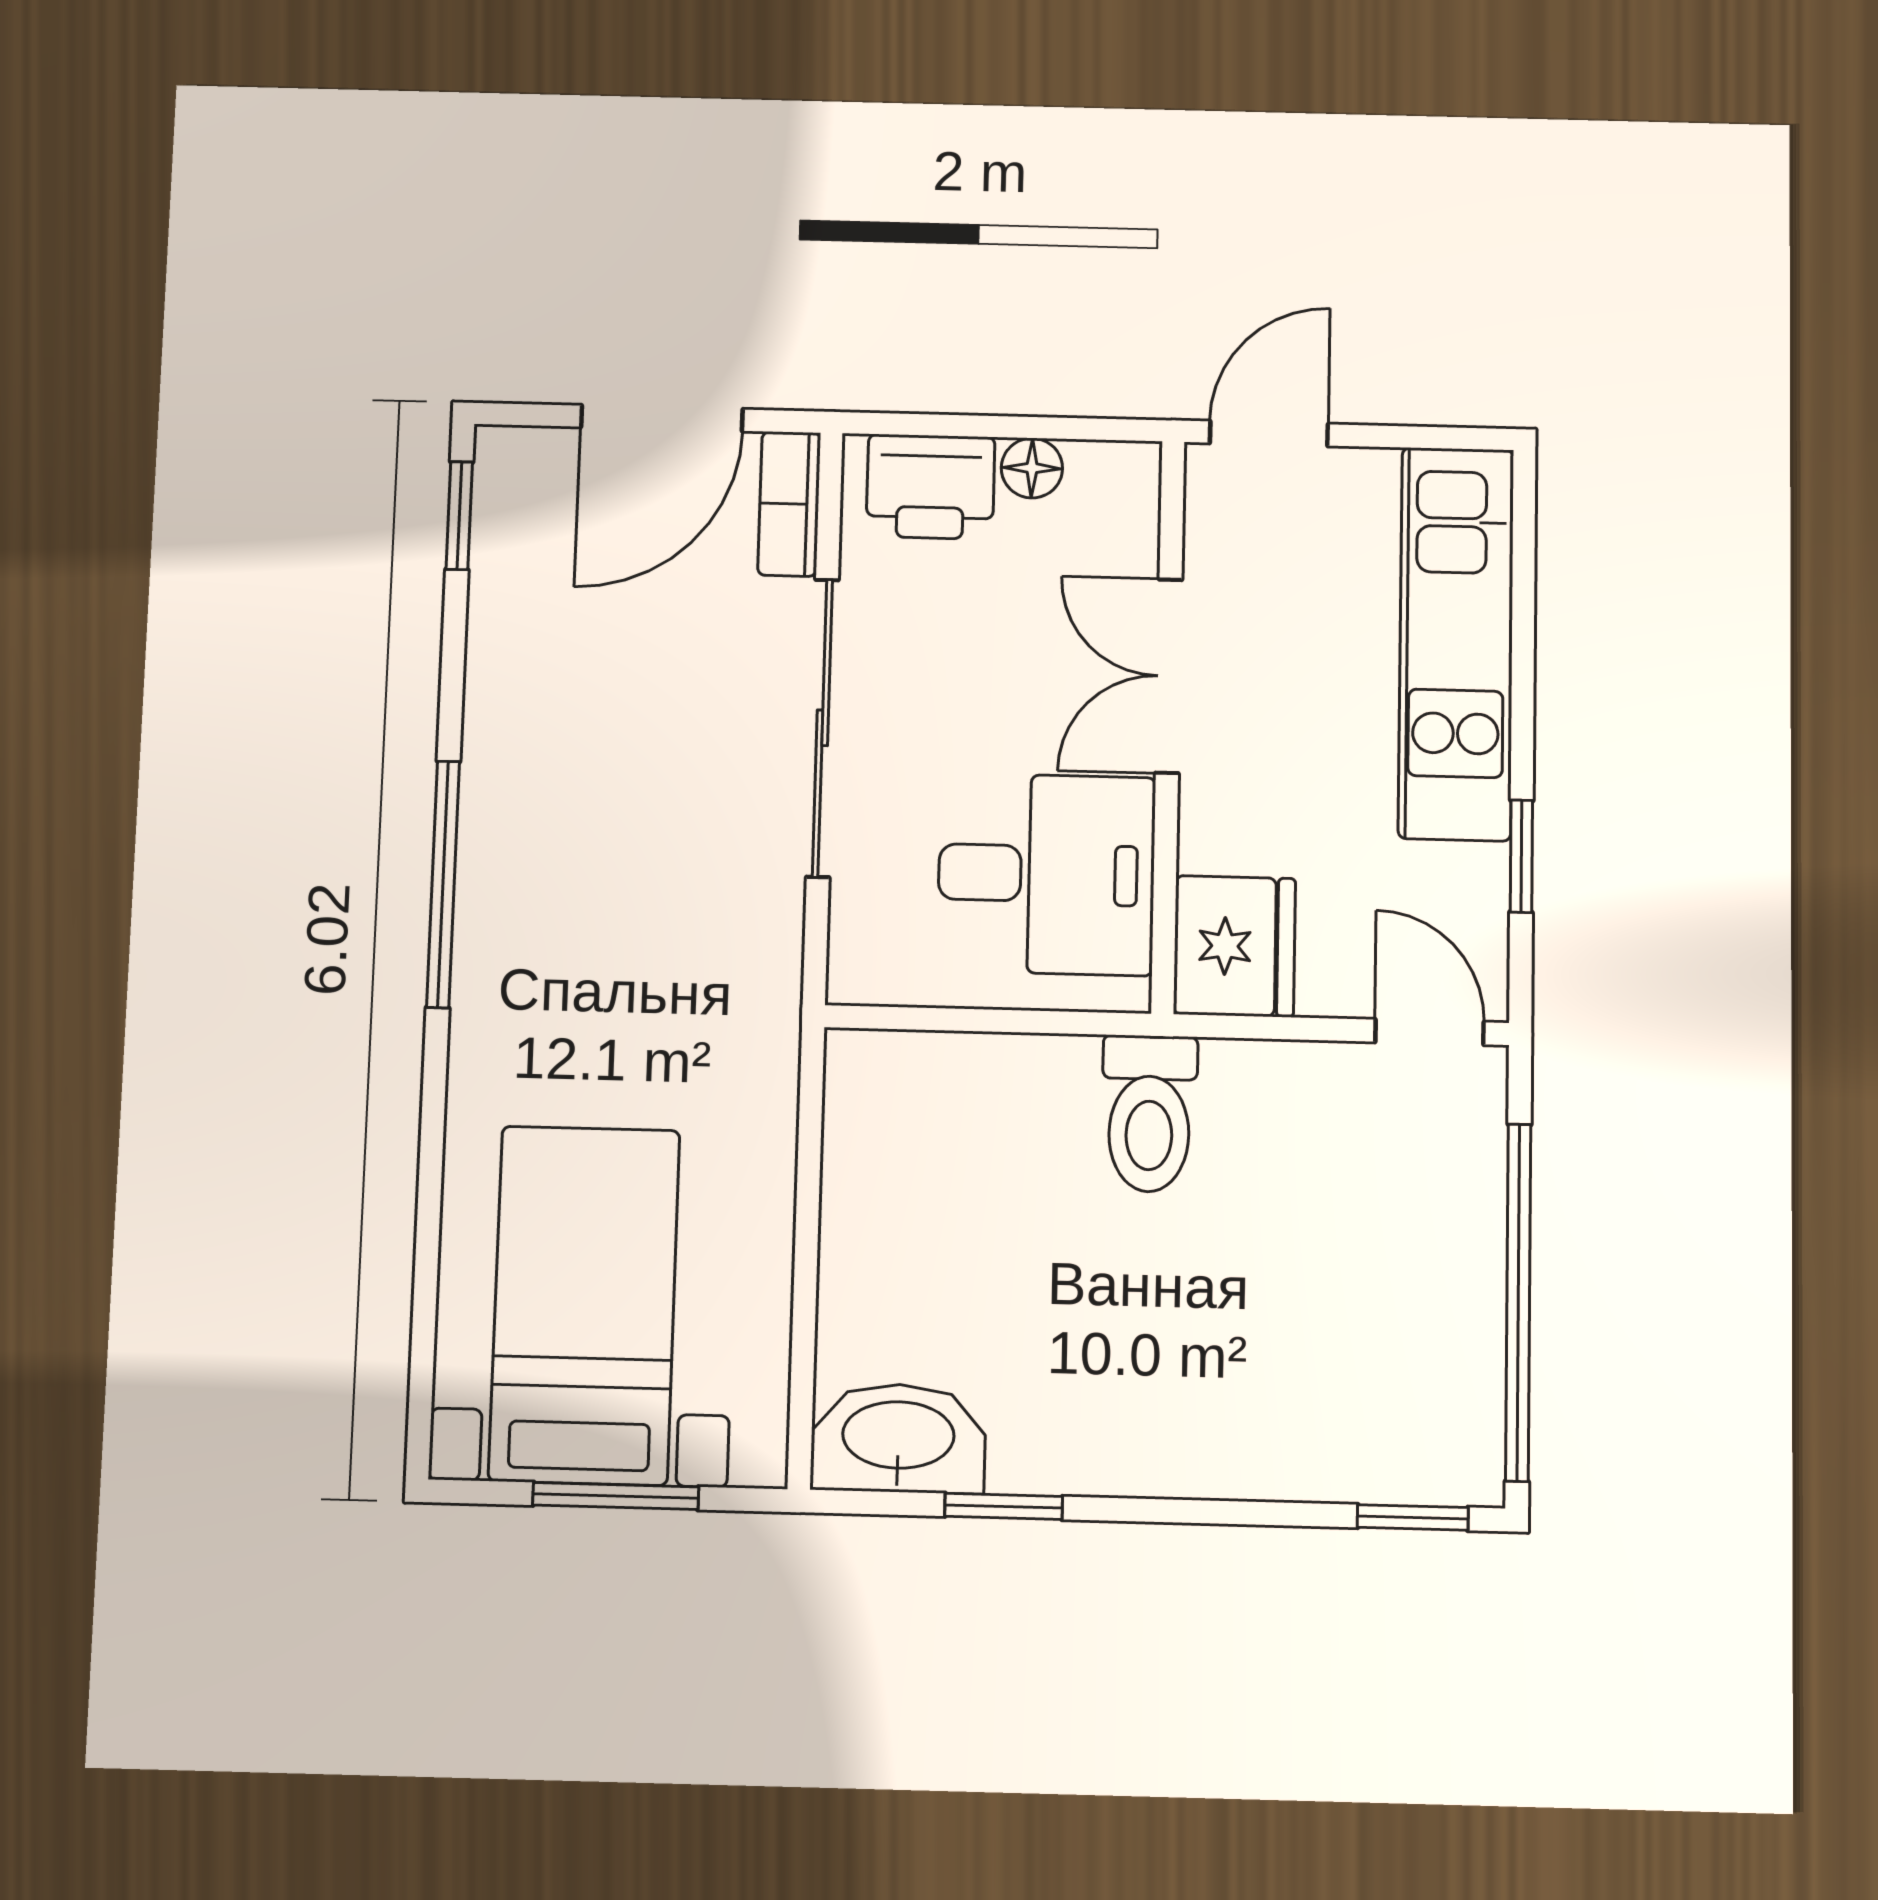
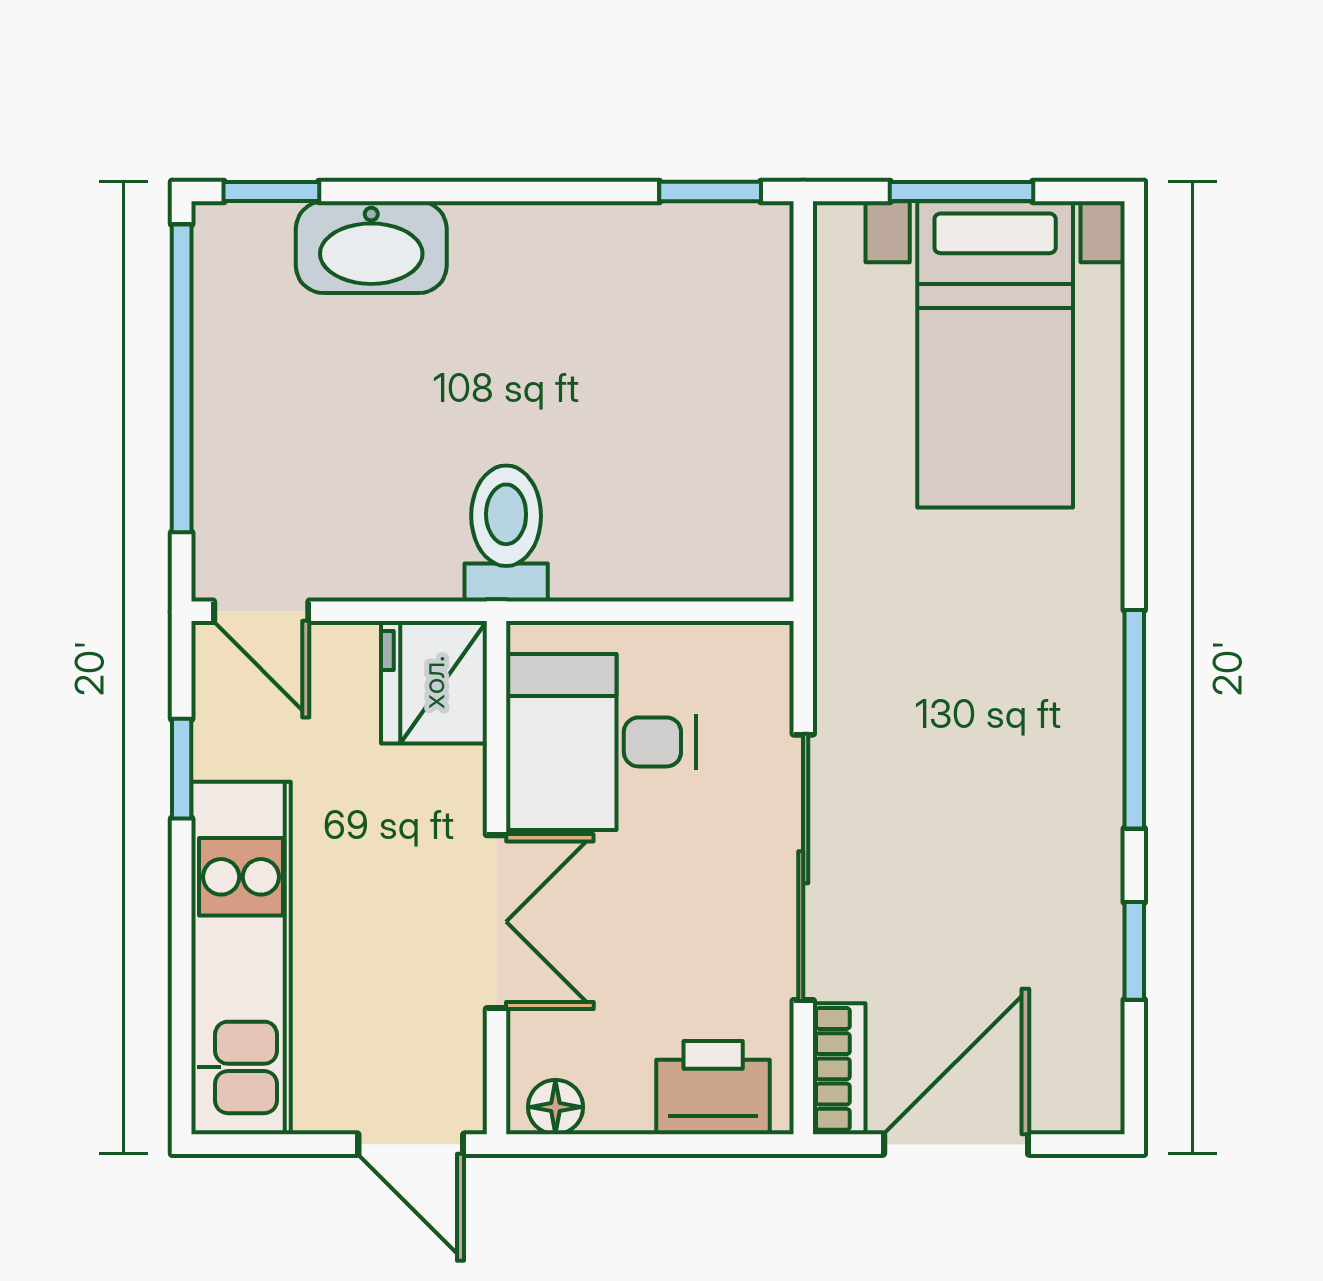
door: (1269, 433) -> (411, 1144), hinge flipped
floor lamp: (1032, 468) -> (555, 1107), moved
window: (459, 516) -> (1134, 951), moved
washbasin: (898, 1438) -> (371, 247), moved
window: (1004, 1506) -> (710, 191), moved

